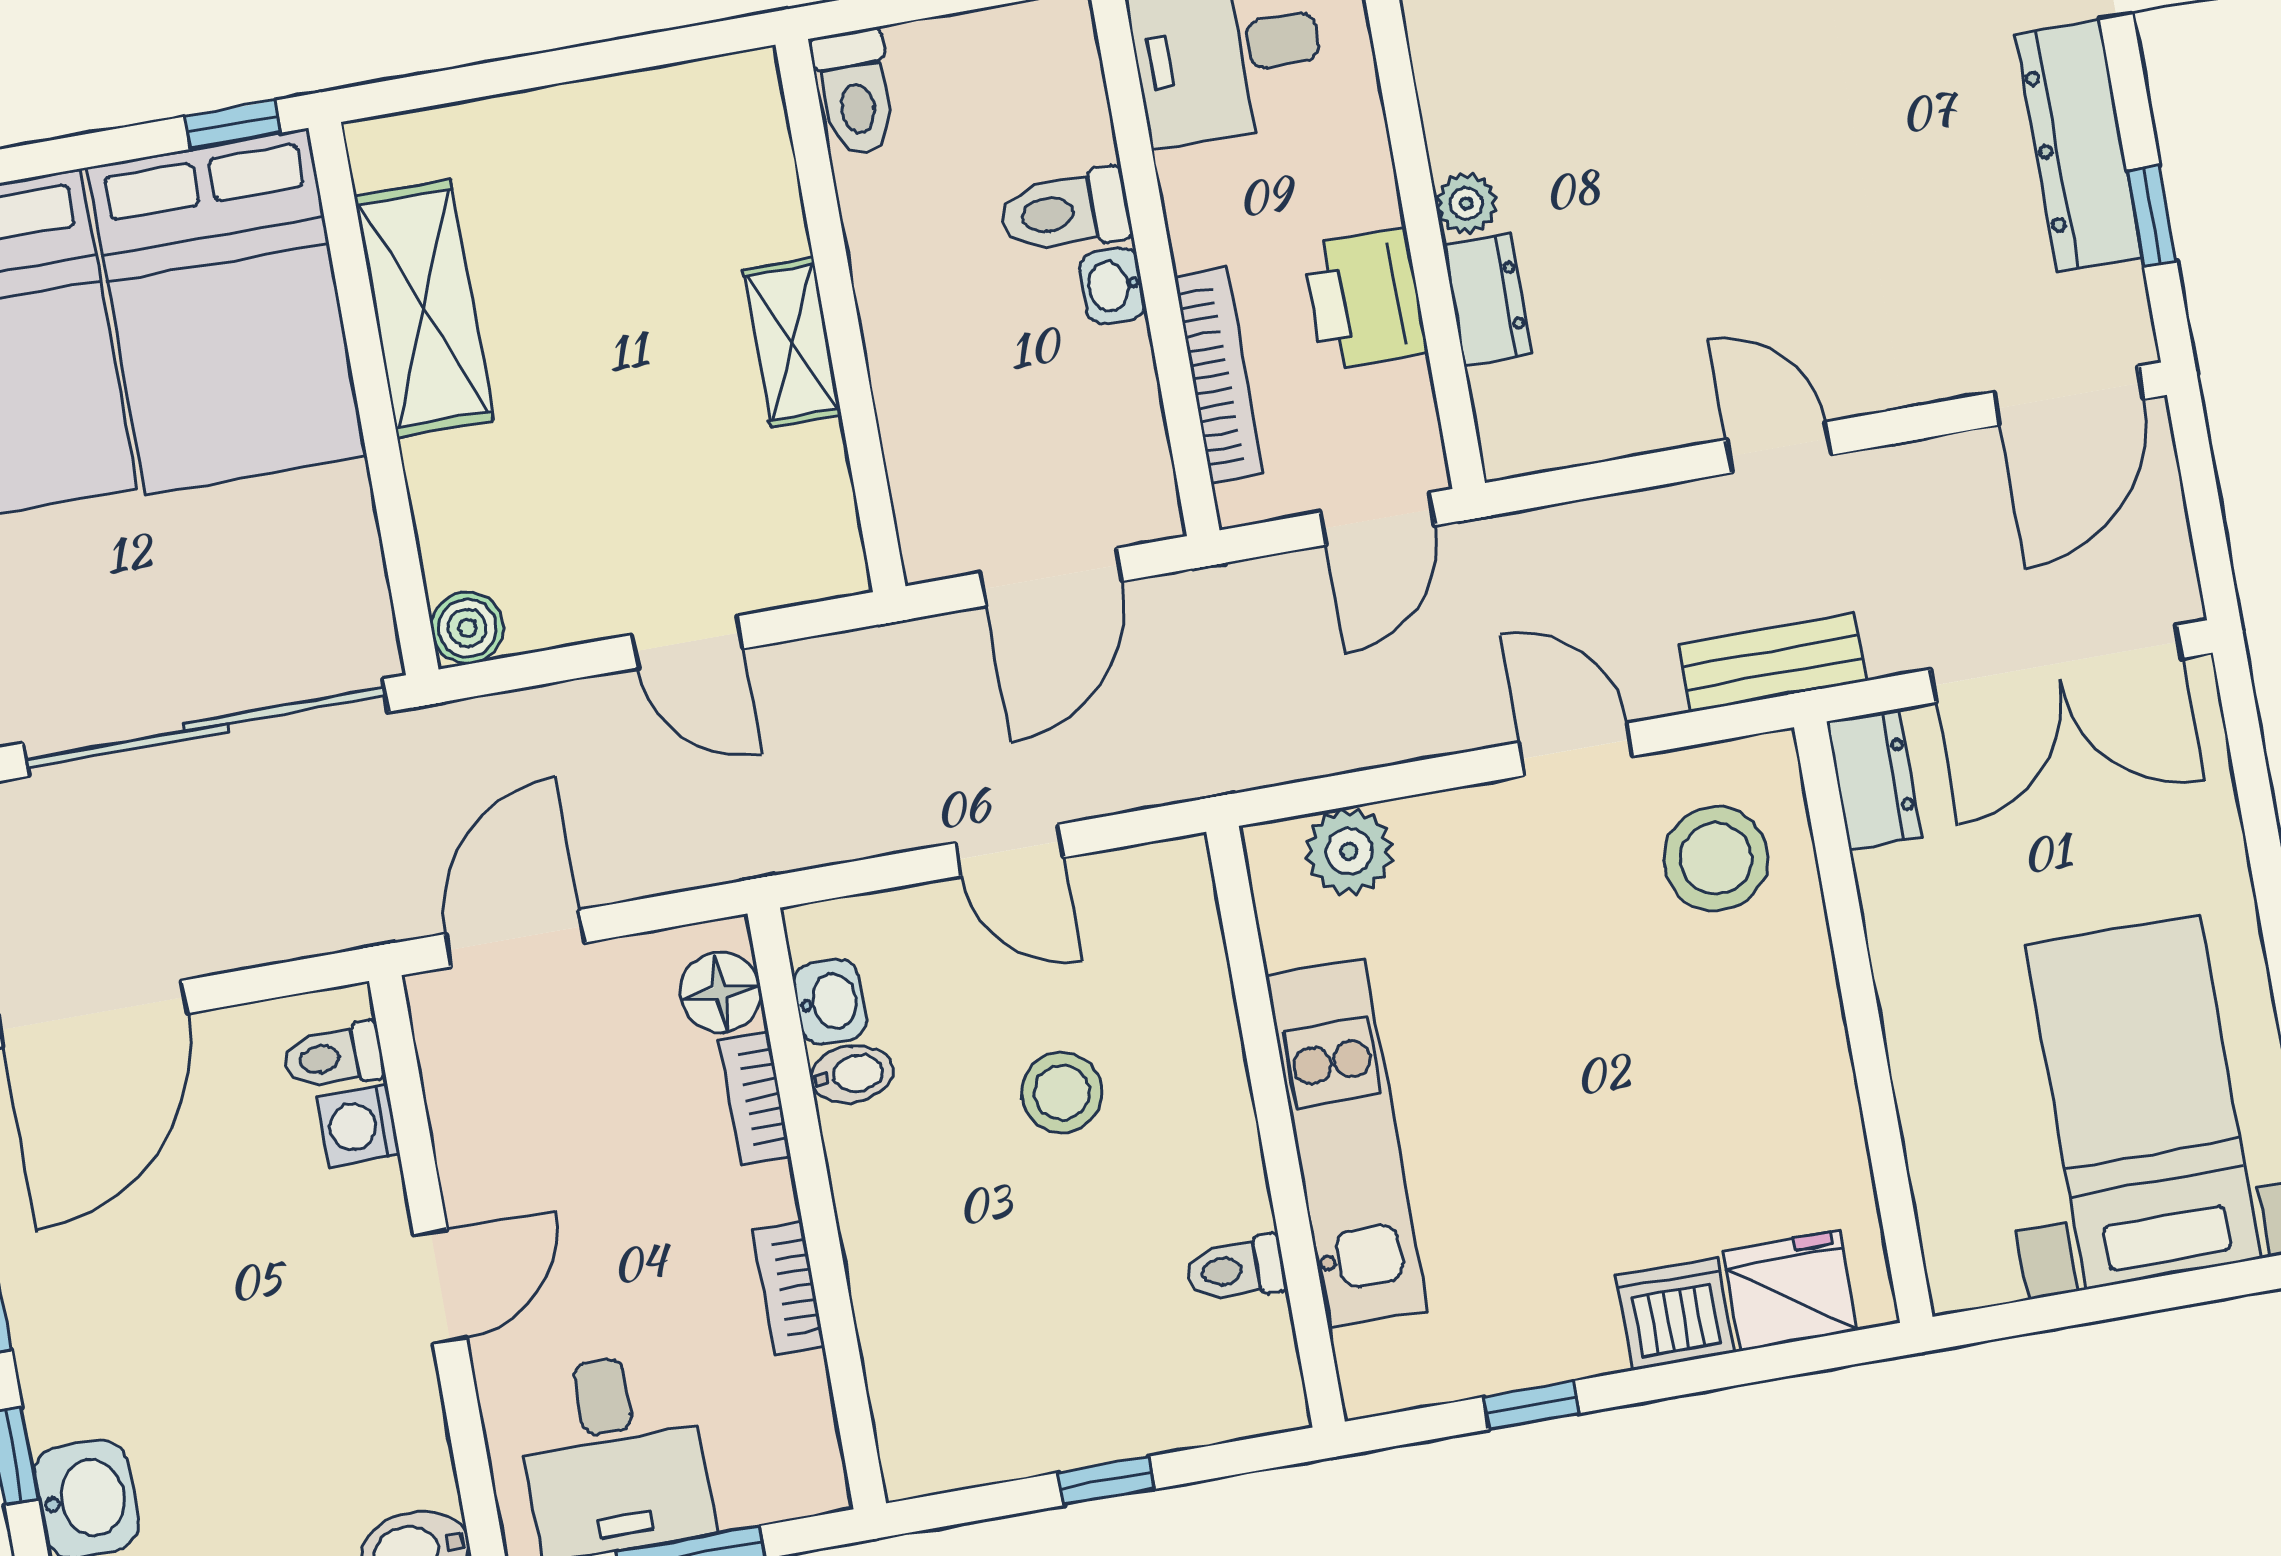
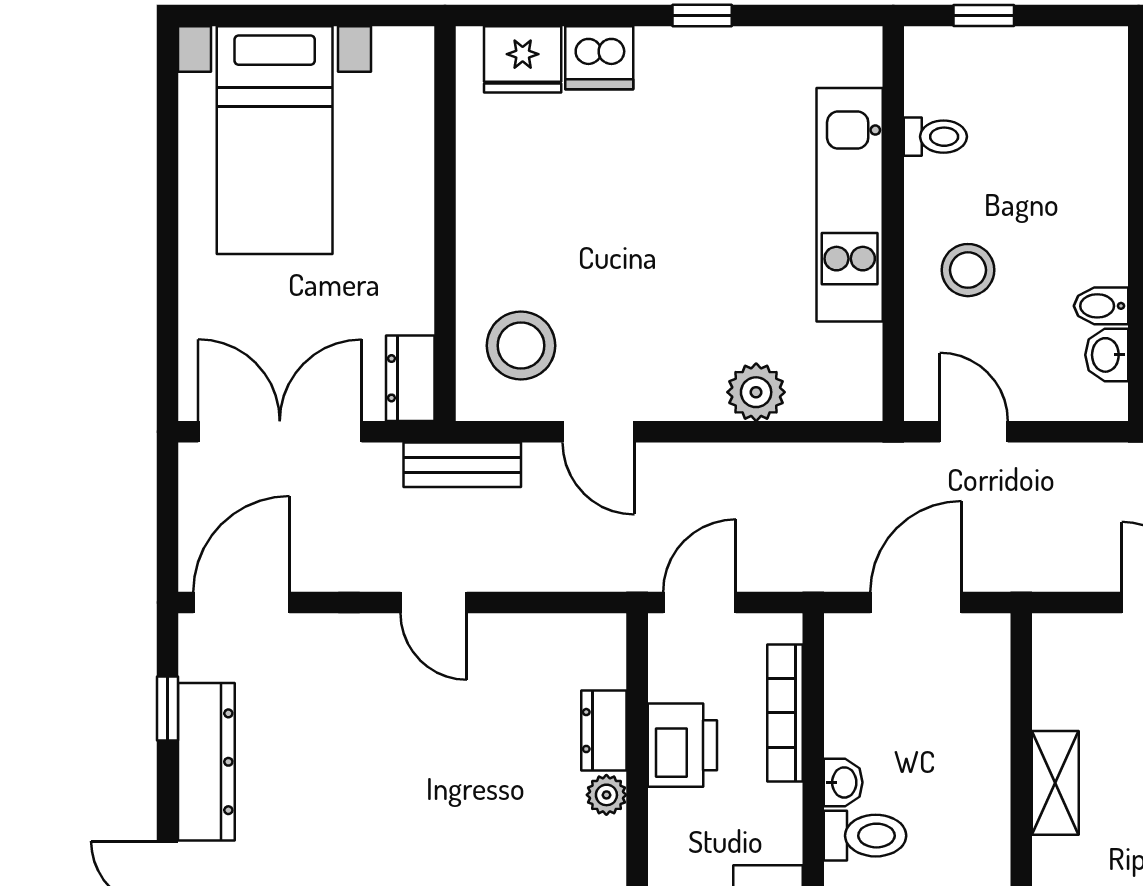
wall: (1276, 1127) -> (893, 224), moved
kitchen unit: (1346, 1143) -> (850, 205), moved
toilet: (1235, 1269) -> (935, 137), moved

